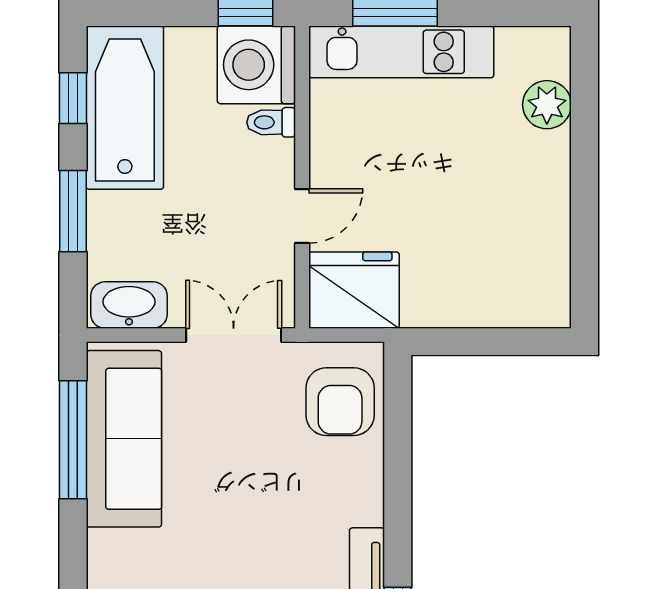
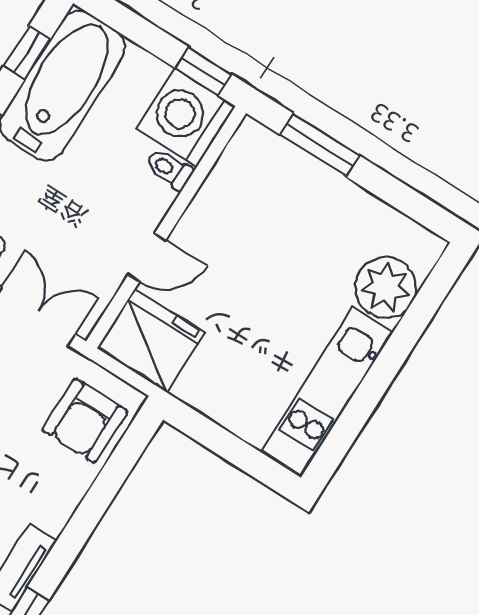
kitchen unit: (401, 52) -> (327, 391), moved, turned 90
plant: (547, 105) -> (386, 287), width x1.36, depth x1.36

